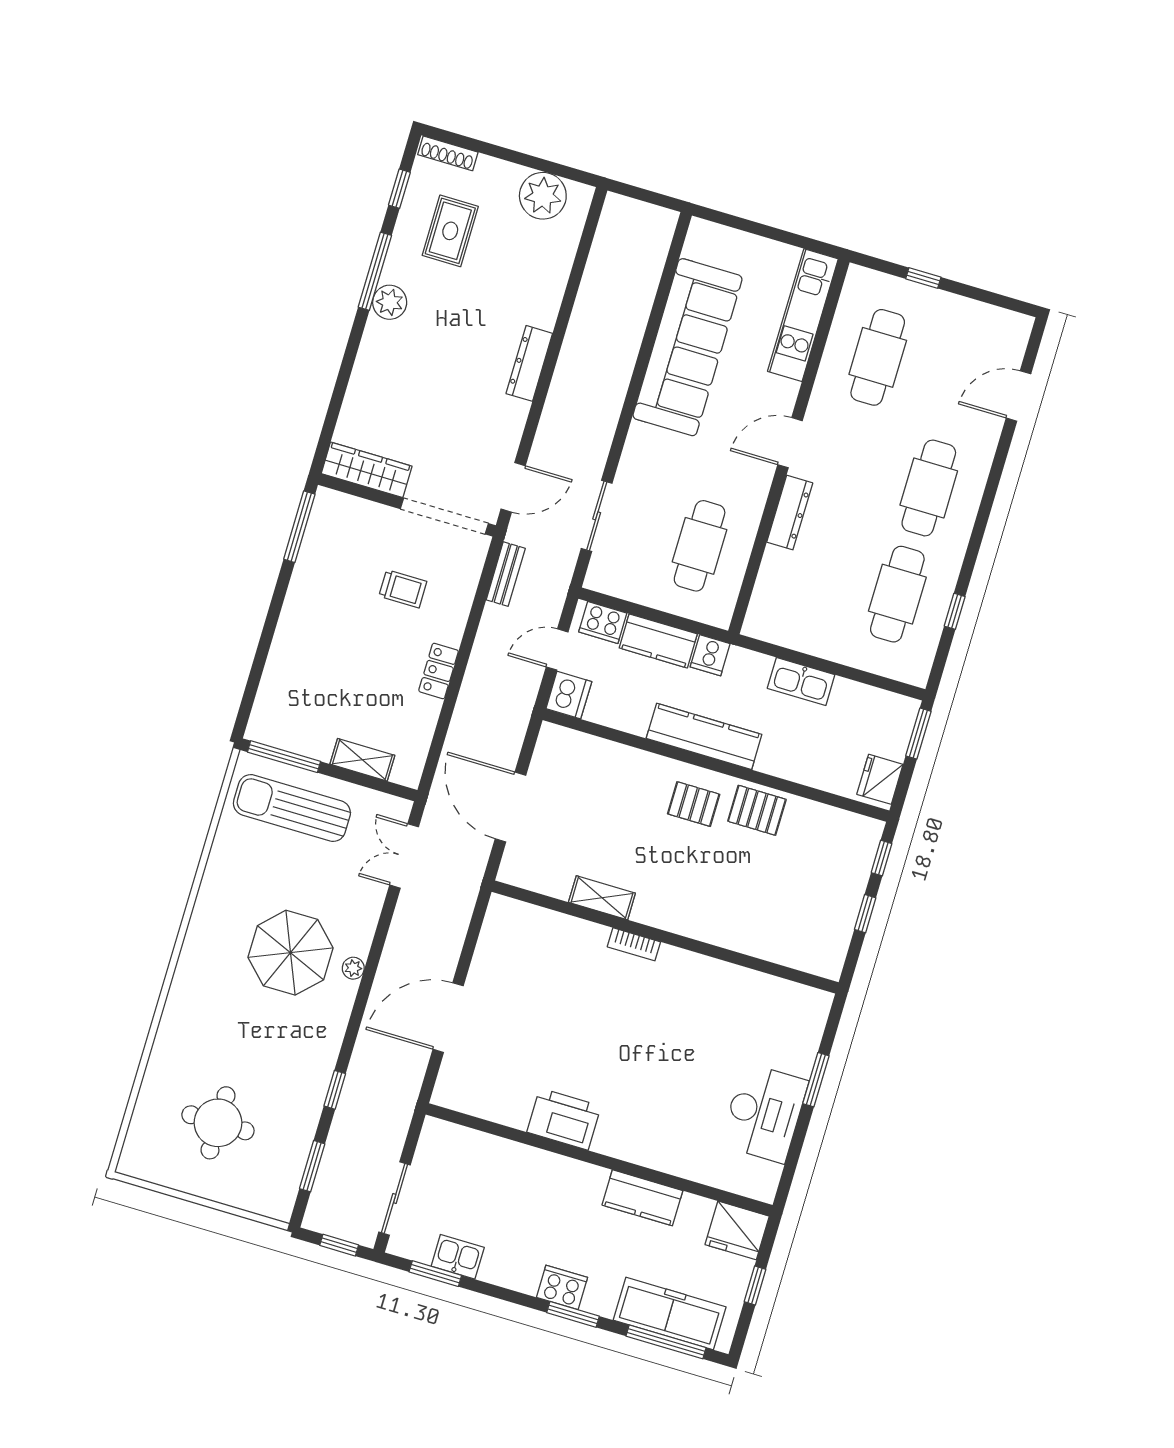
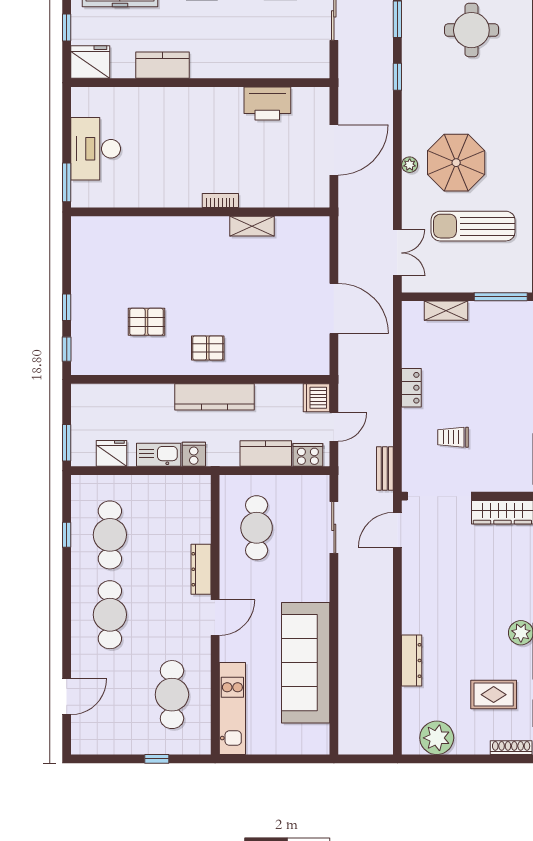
rug: (450, 231) -> (494, 695), turned 90
dresser: (529, 363) -> (412, 660), moved
cooker: (710, 655) -> (194, 454), moved
fridge: (880, 779) -> (112, 453), moved, turned -90
sun lounger: (292, 808) -> (473, 226), moved, turned 180
pallet: (757, 810) -> (146, 322), moved
shelving: (602, 898) -> (252, 226), moved
wall: (665, 937) -> (200, 212), moved
bookcase: (634, 944) -> (220, 201), moved
printer: (564, 1119) -> (267, 104), moved

